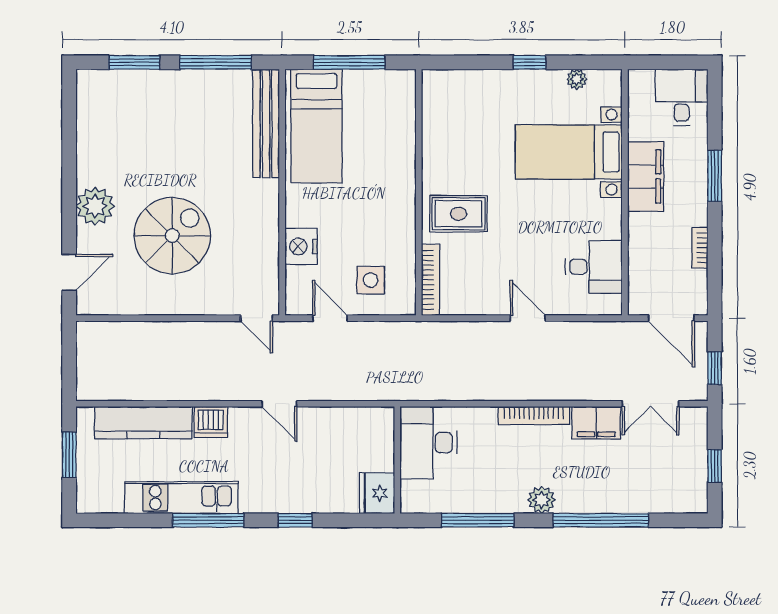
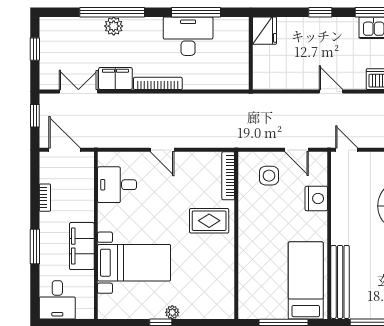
plant: (577, 79) -> (172, 312), moved
desk: (428, 443) -> (188, 36), moved, turned -90
plant: (542, 500) -> (114, 26), moved

